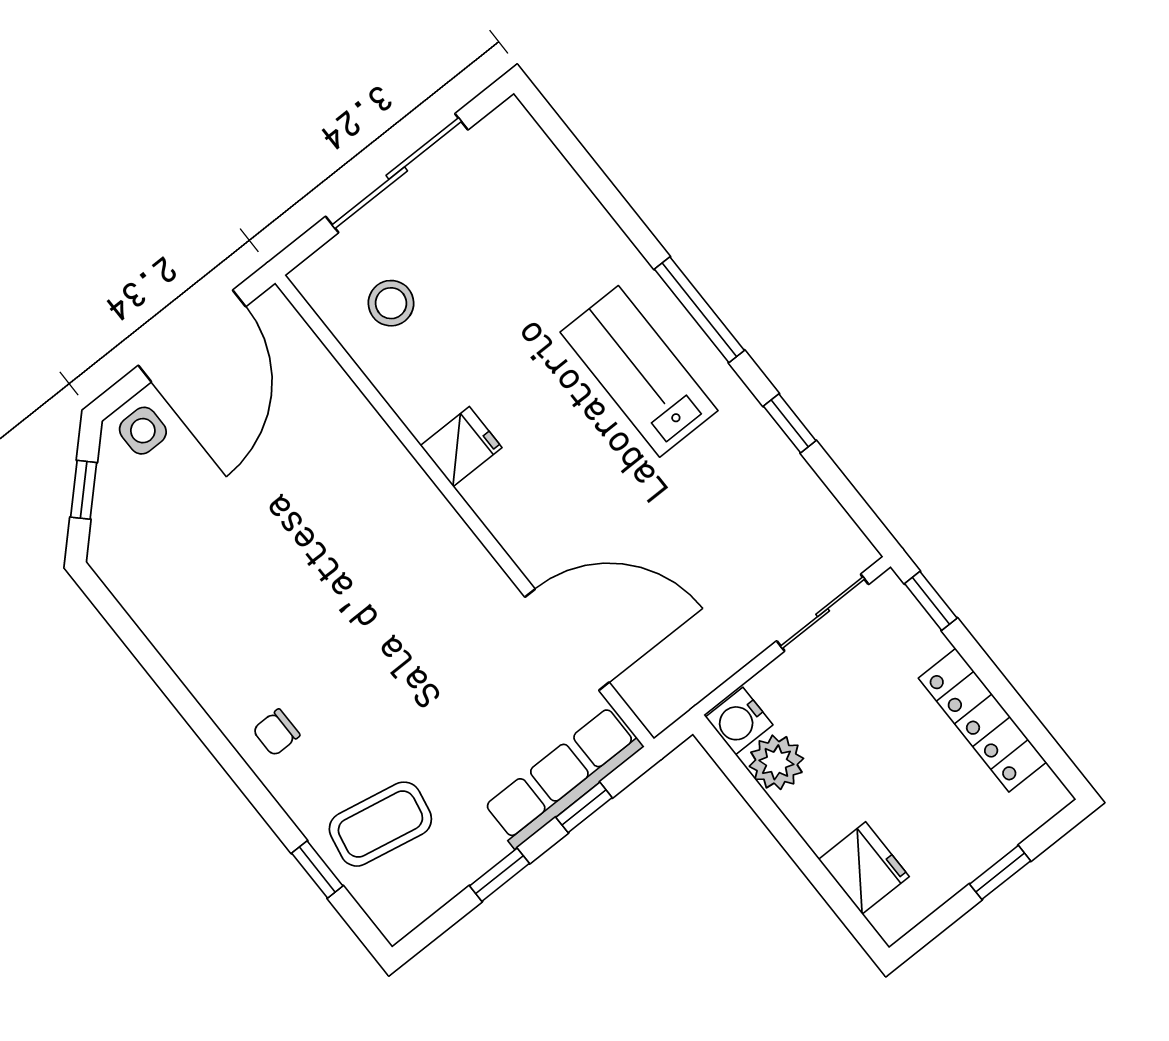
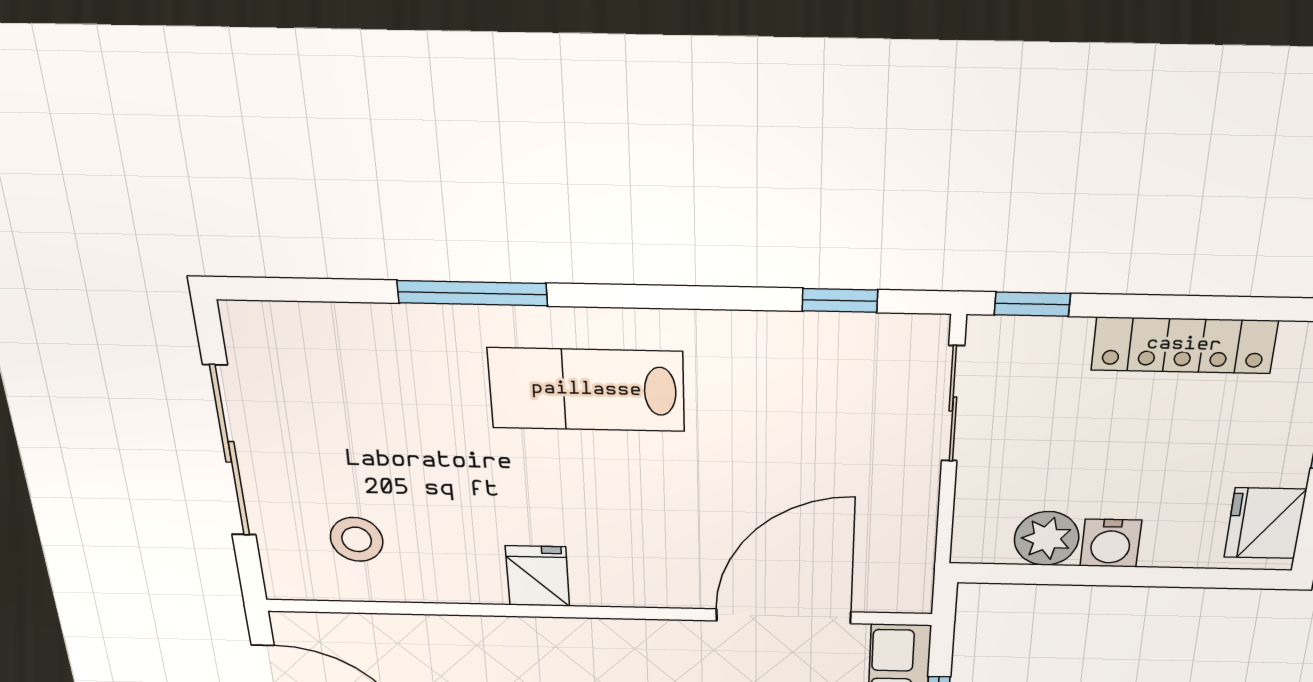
window: (699, 310) -> (472, 293), moved
window: (790, 423) -> (840, 300), moved
water cooler: (739, 721) -> (1111, 543), moved
fridge: (864, 868) -> (1265, 523), moved, turned -90

